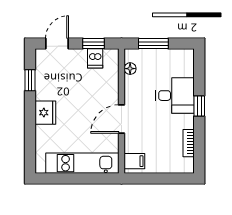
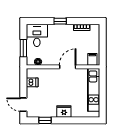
window: (93, 44) -> (23, 83), removed
desk: (175, 96) -> (37, 35), moved
door: (122, 119) -> (68, 67), swing flipped

